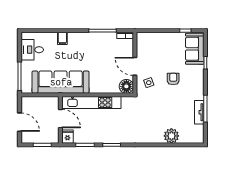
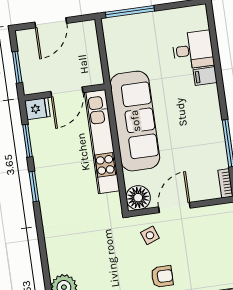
desk: (32, 50) -> (193, 50), moved, turned 90
sofa: (61, 82) -> (135, 121), moved

